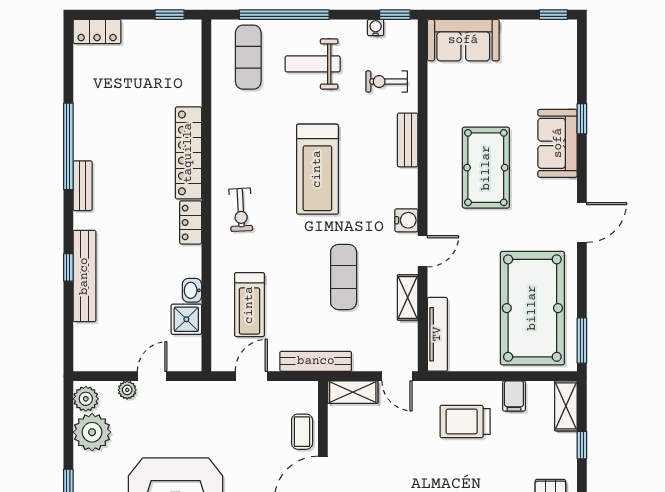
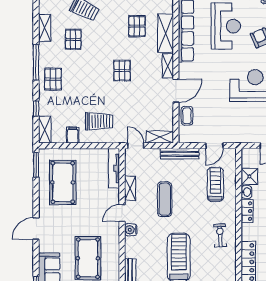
locker: (191, 222) -> (247, 211), moved
pool table: (532, 308) -> (63, 182), width x0.73, depth x0.76

